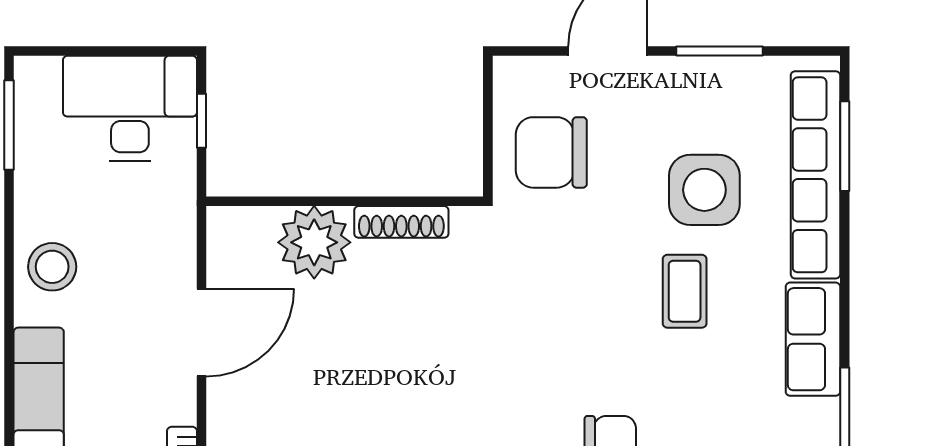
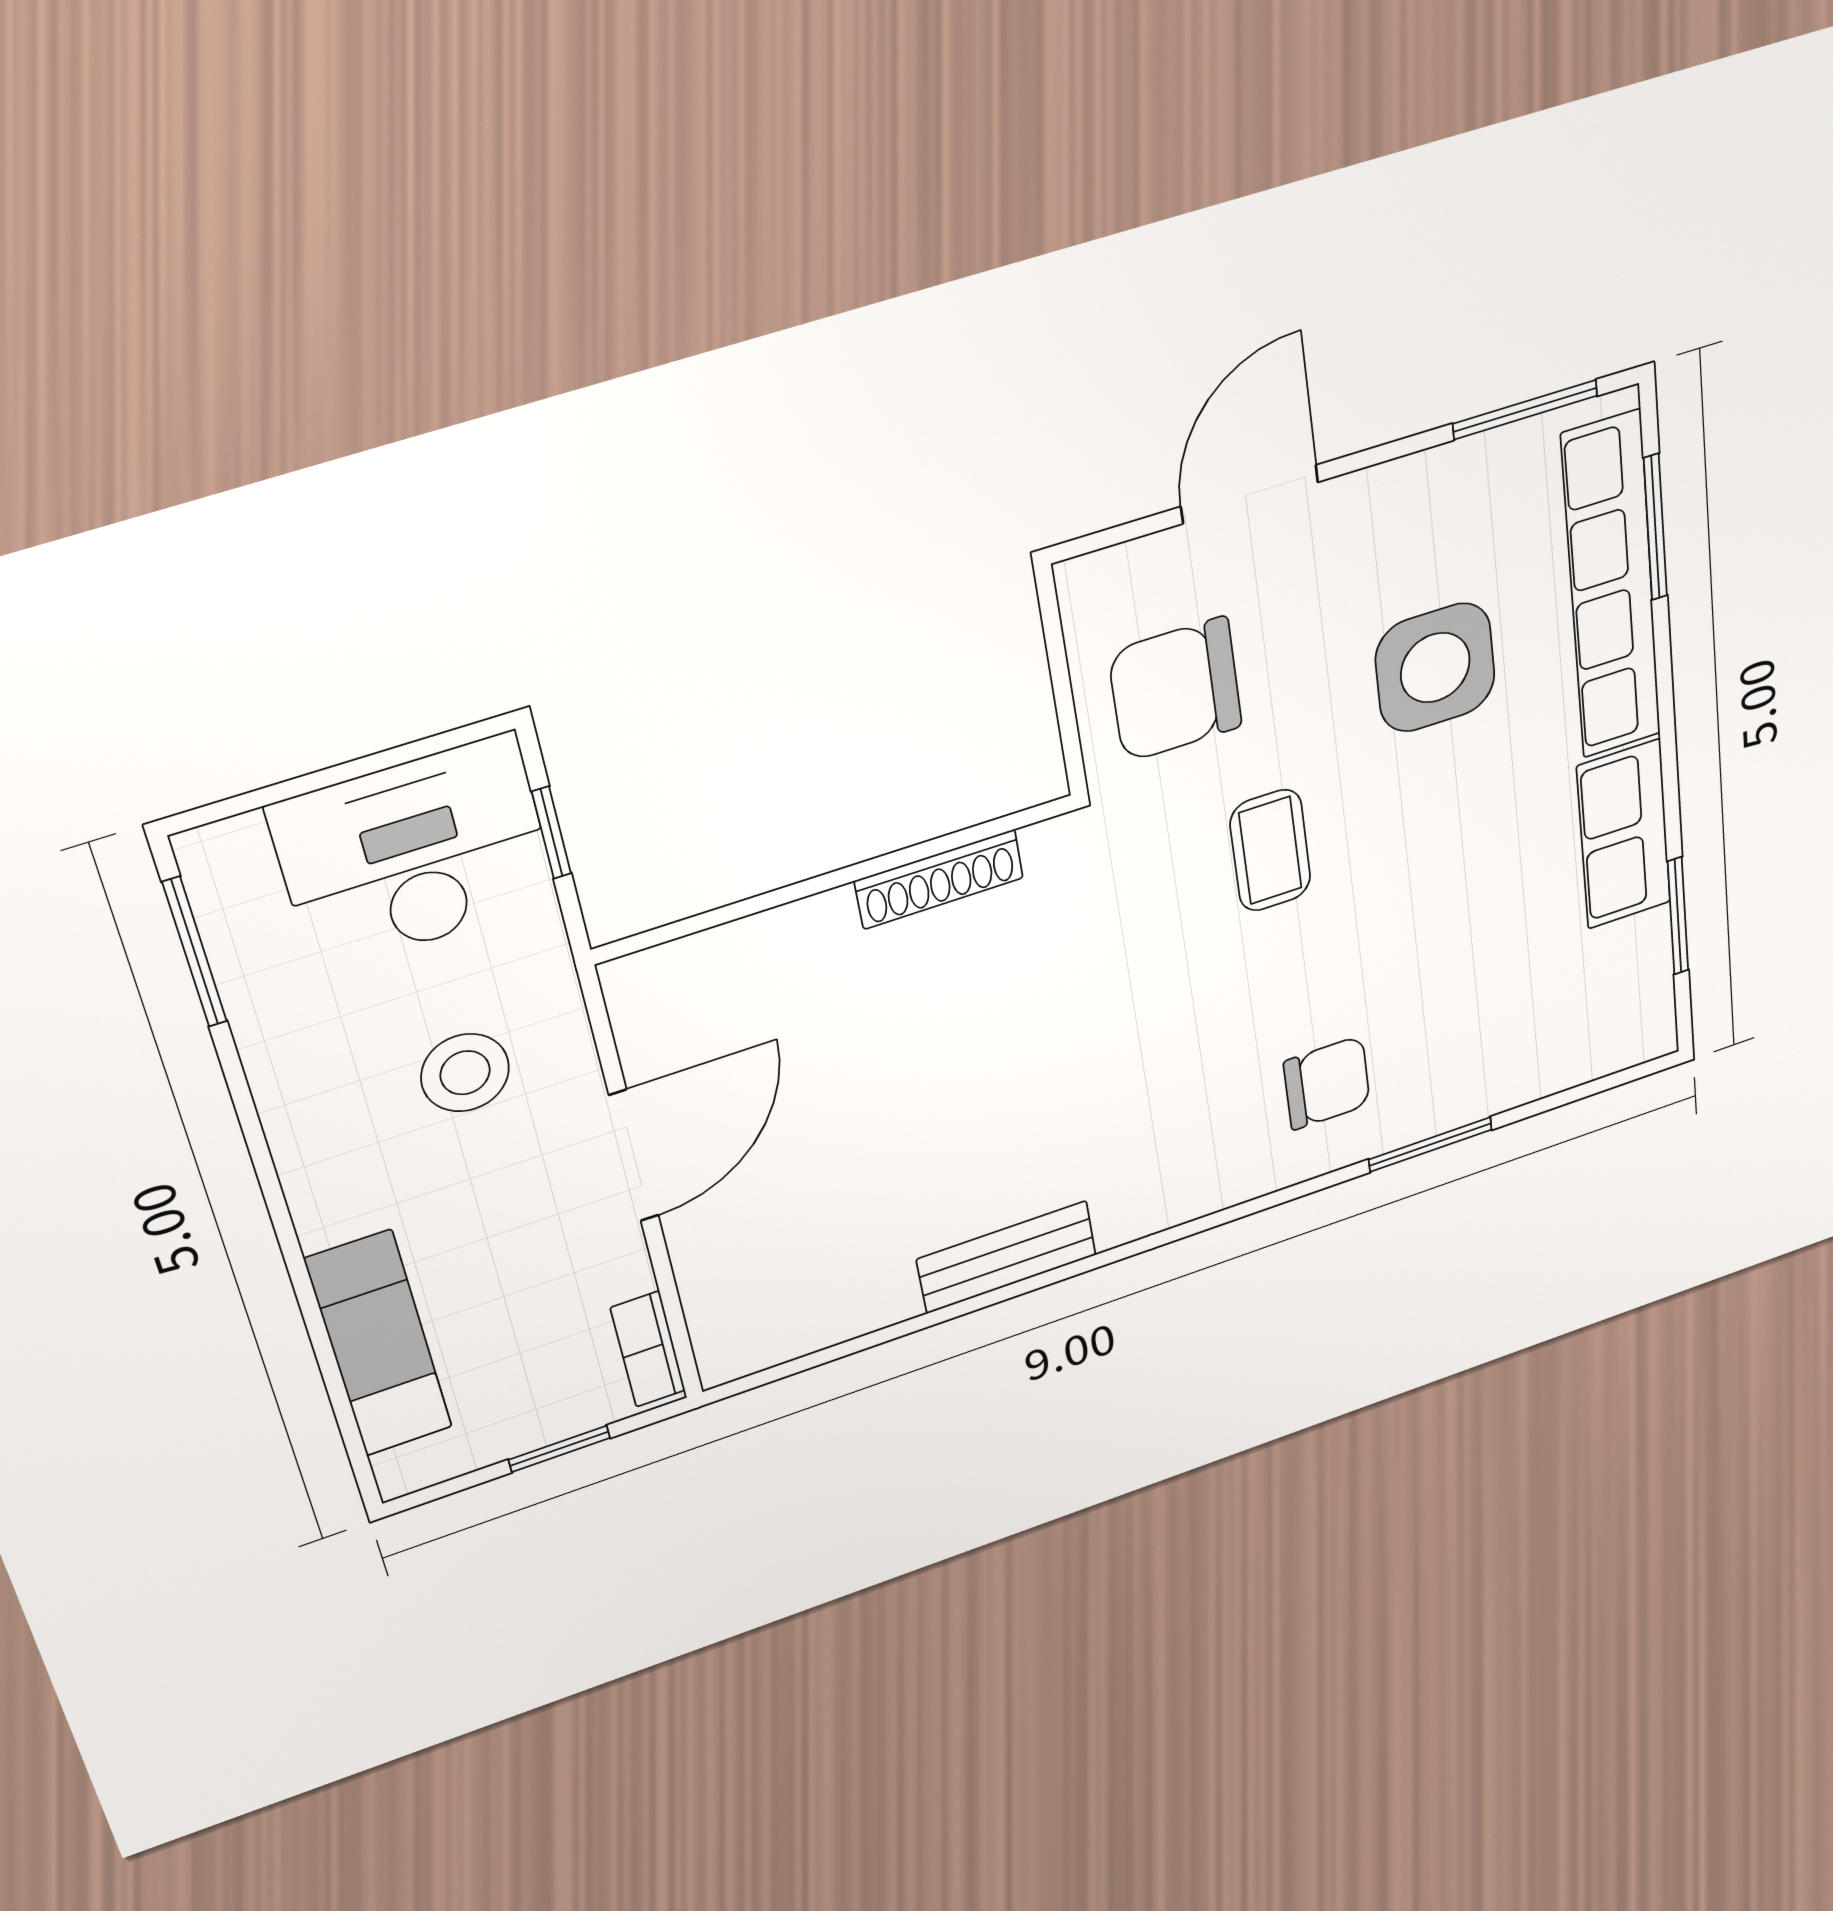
window: (719, 51) -> (1525, 410), moved
plant: (314, 242) -> (796, 959), removed
stool: (52, 267) -> (465, 1073), moved
coffee table: (685, 291) -> (1270, 850), moved

